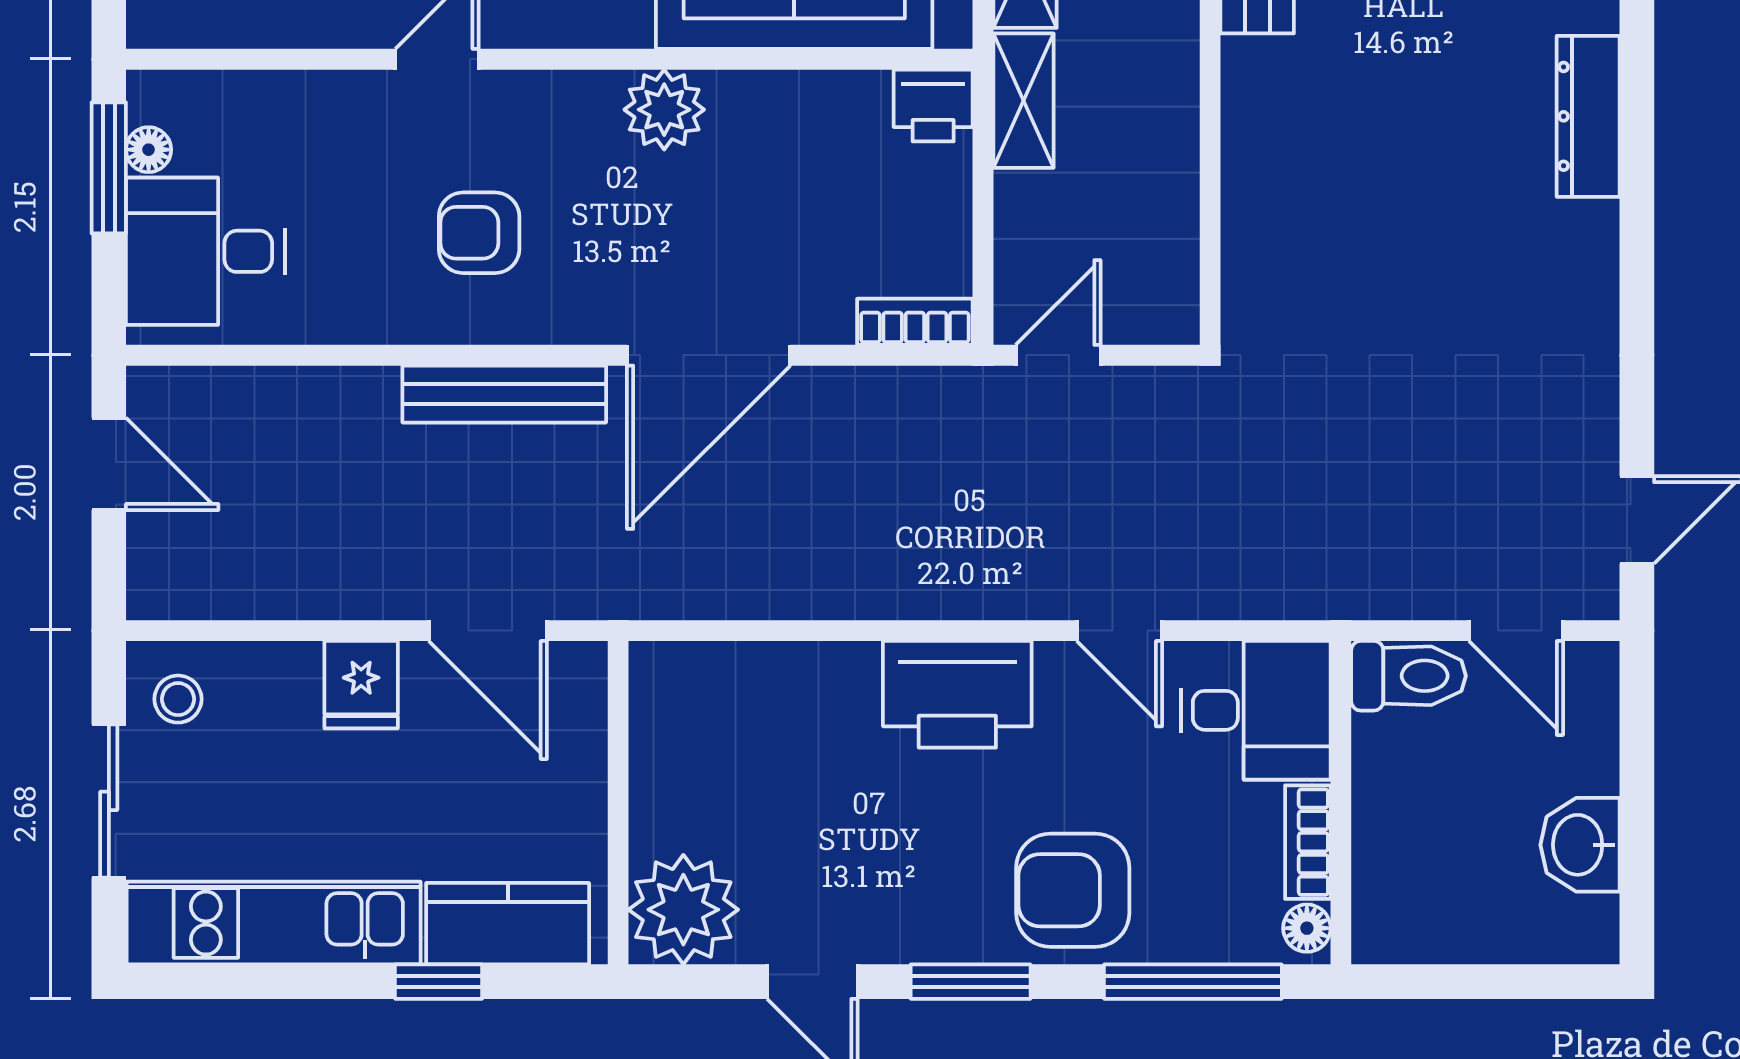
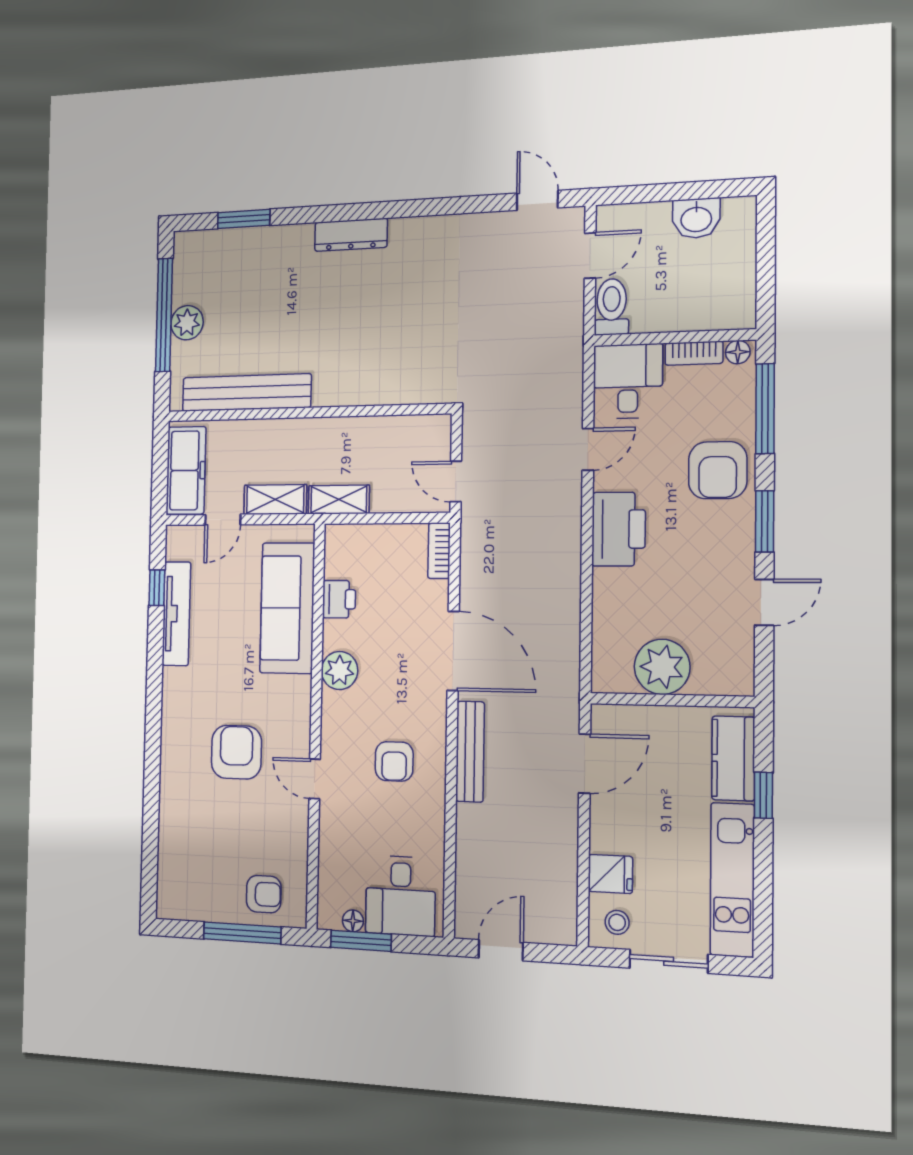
printer: (933, 106) -> (339, 599), moved
fridge: (361, 685) -> (610, 874), moved
plant: (683, 910) -> (662, 667), moved

